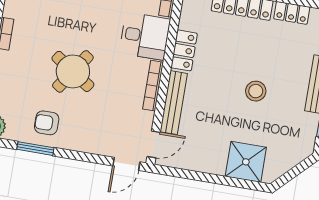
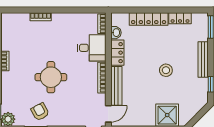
washbasin: (187, 19) -> (116, 33), added
round table: (73, 71) -> (51, 77), turned -34
armchair: (47, 123) -> (40, 112), turned 62

